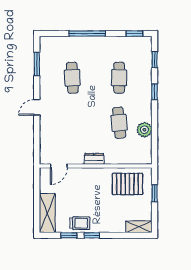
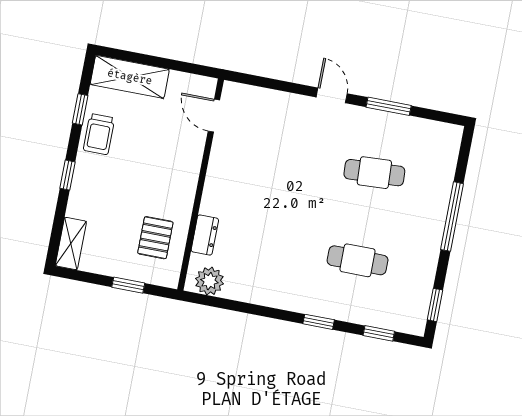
window: (37, 64) -> (389, 106), moved
cafe table: (119, 123) -> (273, 244), removed
plant: (144, 130) -> (209, 281), moved
dresser: (94, 159) -> (205, 235), moved
pallet: (127, 184) -> (155, 238), width x0.67, depth x0.71
window: (92, 235) -> (67, 175), moved

